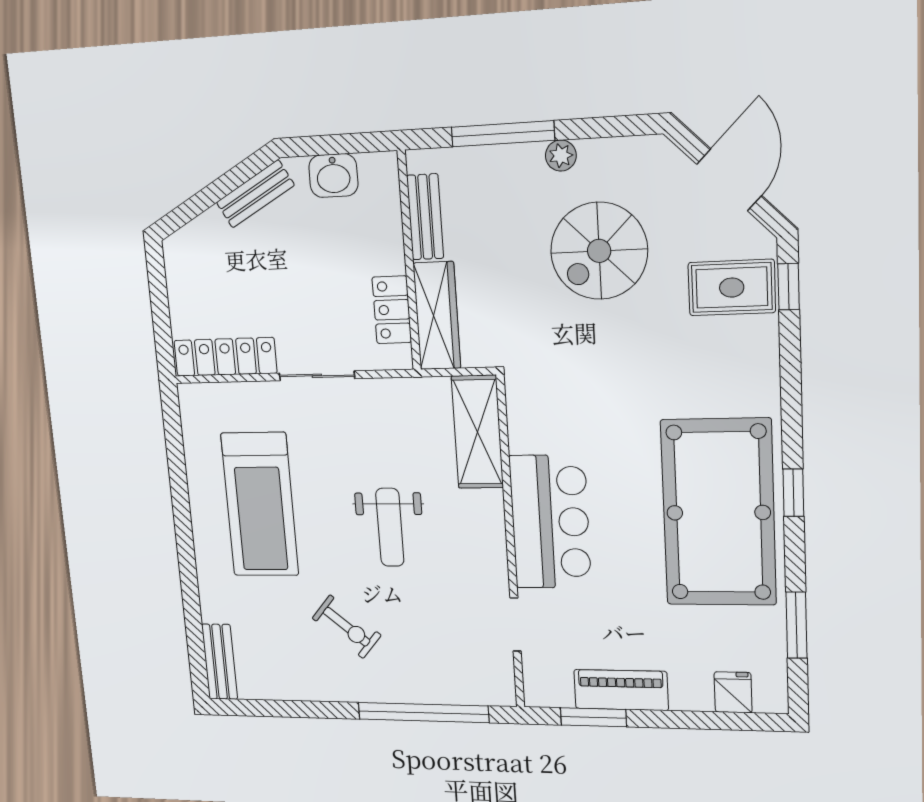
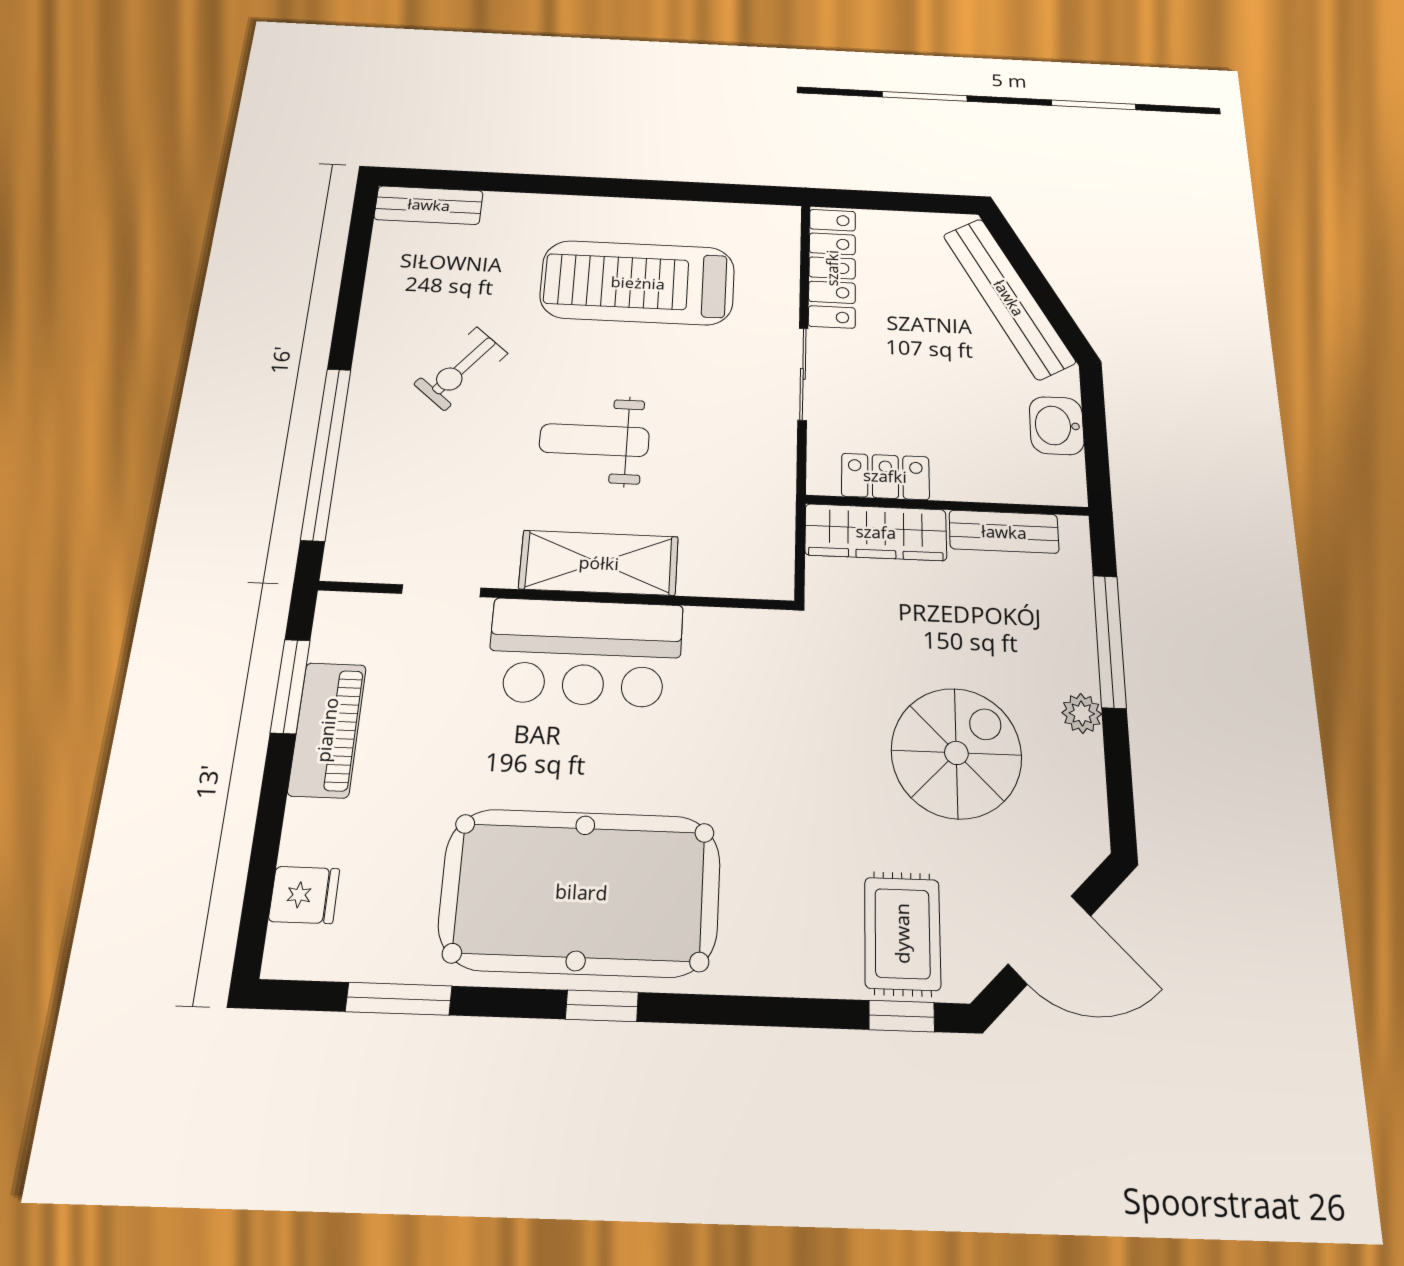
bench: (255, 194) -> (1009, 298), width x1.86, depth x1.21
spiral stairs: (599, 251) -> (956, 753), turned 90
shelving: (477, 432) -> (599, 563), moved

